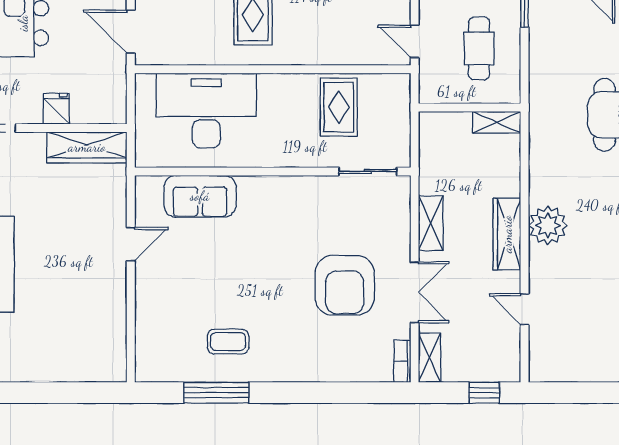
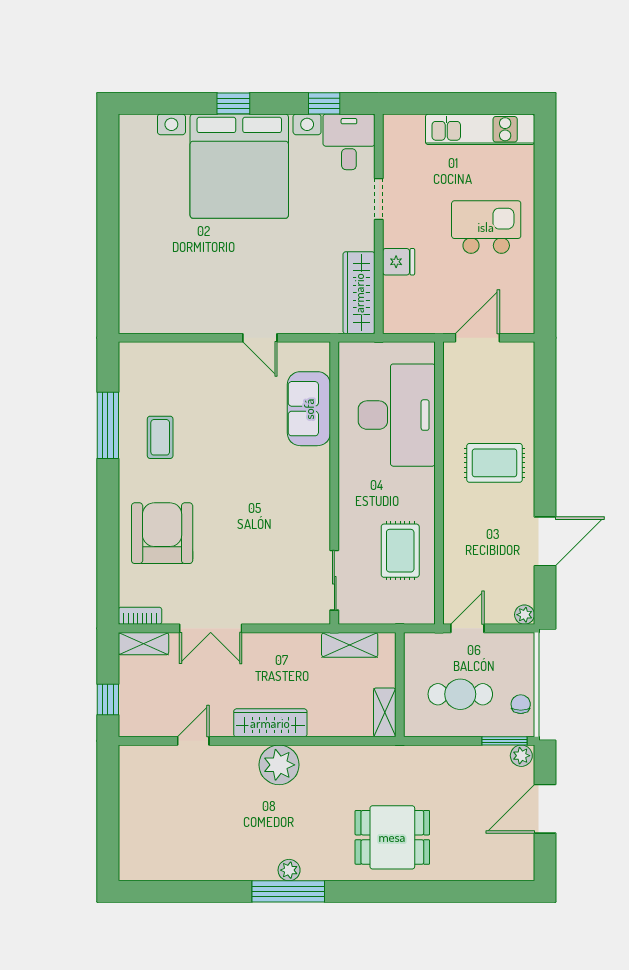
rug: (339, 107) -> (400, 551), turned 90
shelving: (431, 223) -> (350, 645), moved
armchair: (345, 285) -> (162, 533), moved, turned 90

